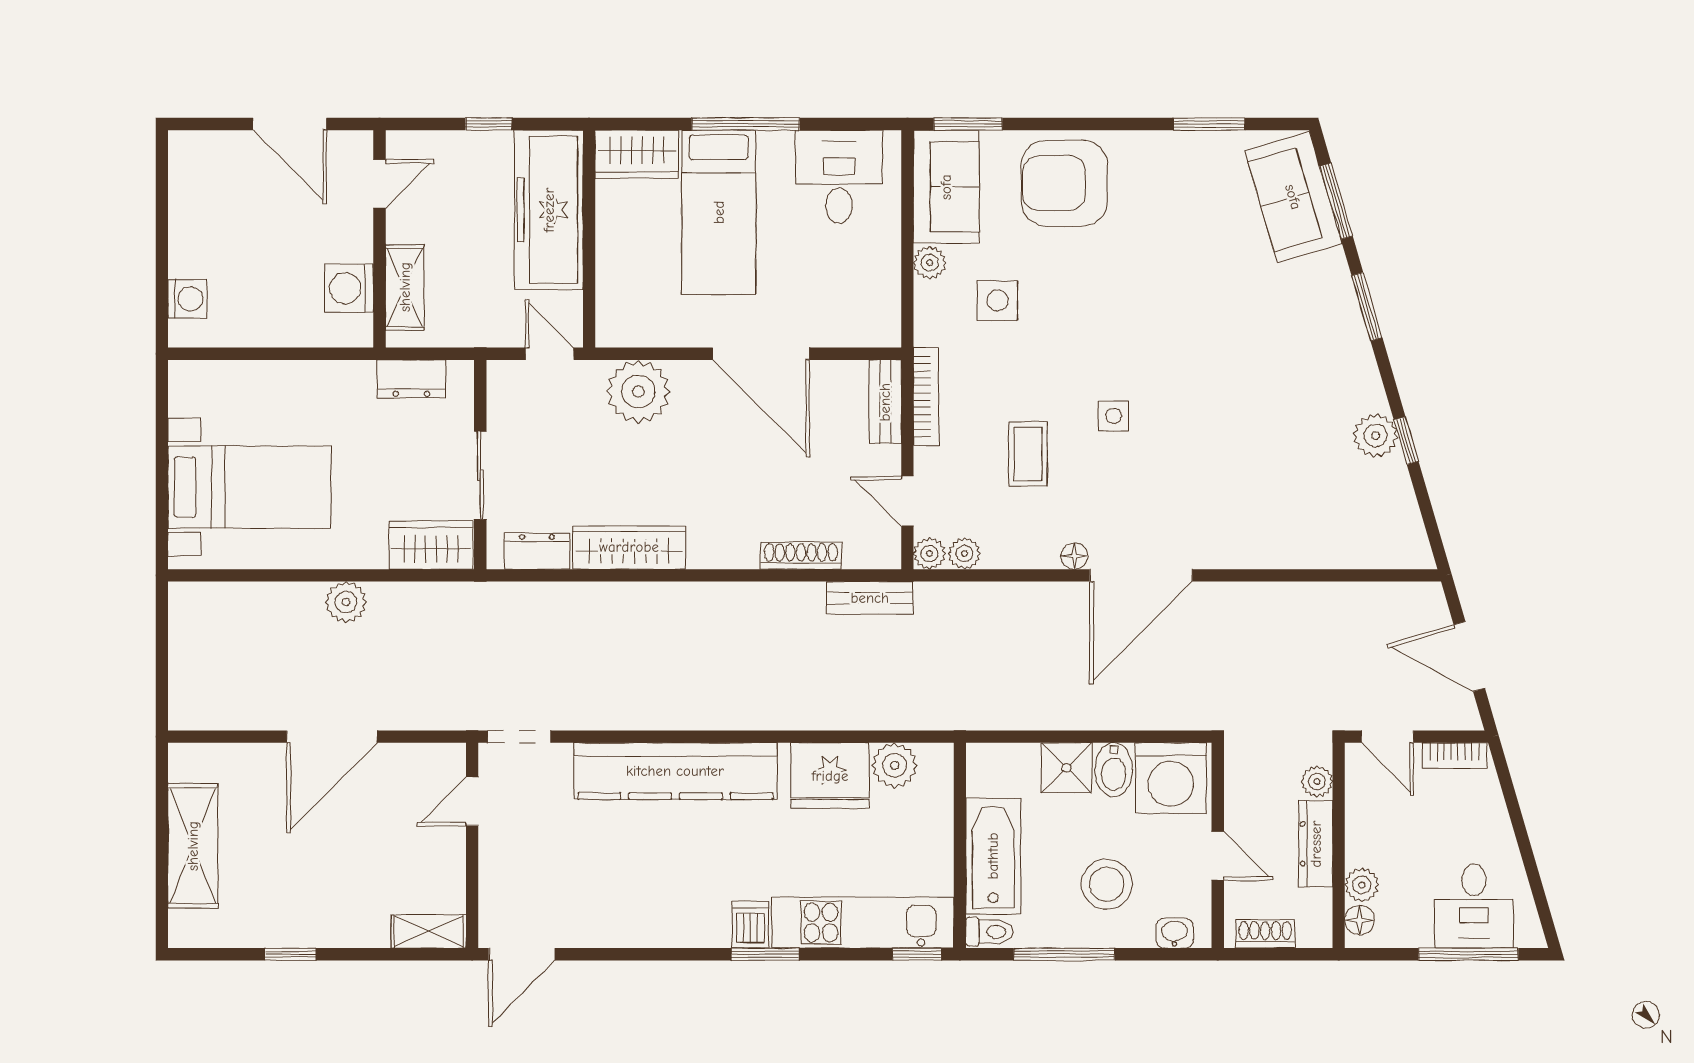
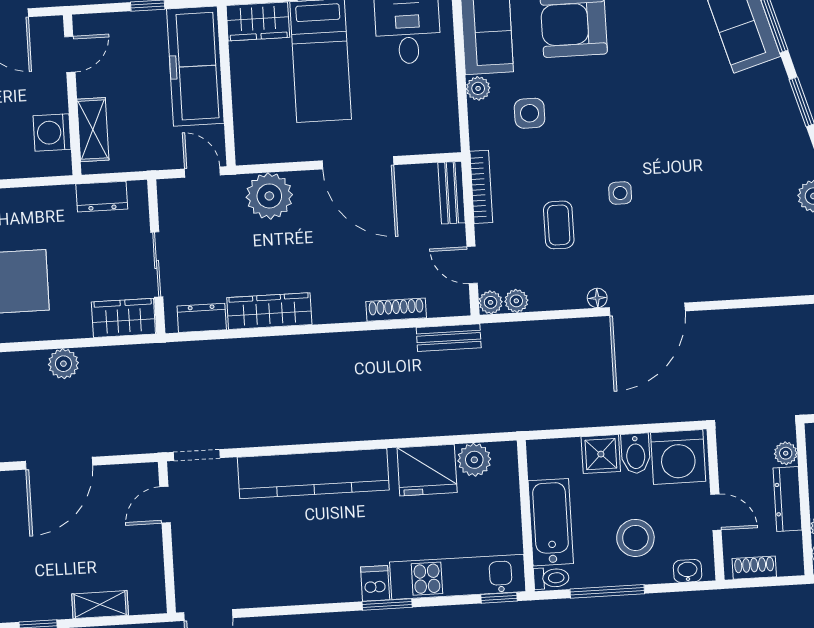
shelving: (429, 931) -> (100, 605), moved

